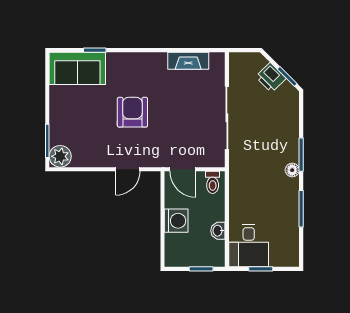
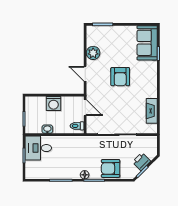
armchair: (132, 112) -> (120, 77), turned 90
armchair: (282, 128) -> (111, 168), added
plant: (60, 156) -> (93, 53), moved
door: (183, 169) -> (85, 108), swing flipped

